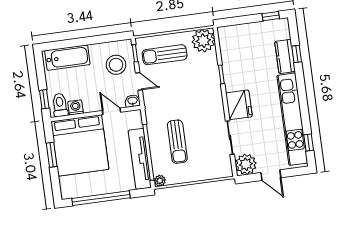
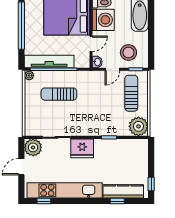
kitchen counter: (285, 56) -> (123, 191), width x1.50
washing machine: (75, 107) -> (103, 20), width x1.89, depth x1.89

